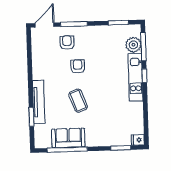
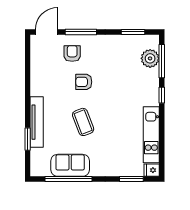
armchair: (78, 66) -> (84, 82), turned -90
kitchen unit: (135, 77) -> (151, 135), moved

